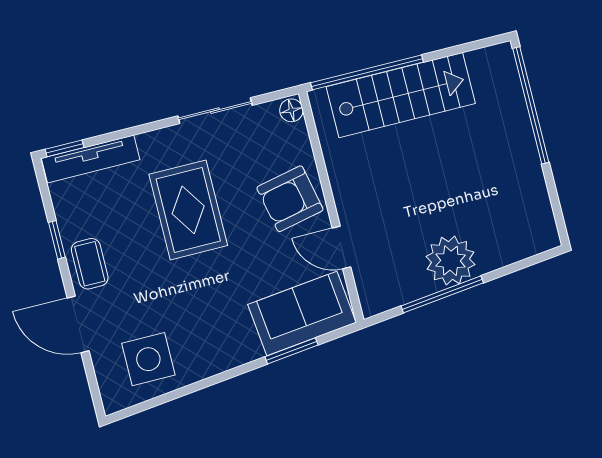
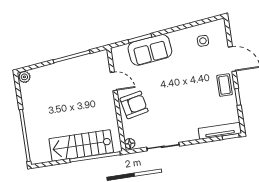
rug: (188, 210) -> (179, 104), removed
plant: (450, 261) -> (24, 77), moved, width x0.53, depth x0.53
sofa: (302, 314) -> (150, 50), moved
side table: (148, 359) -> (203, 41), width x0.54, depth x0.54

